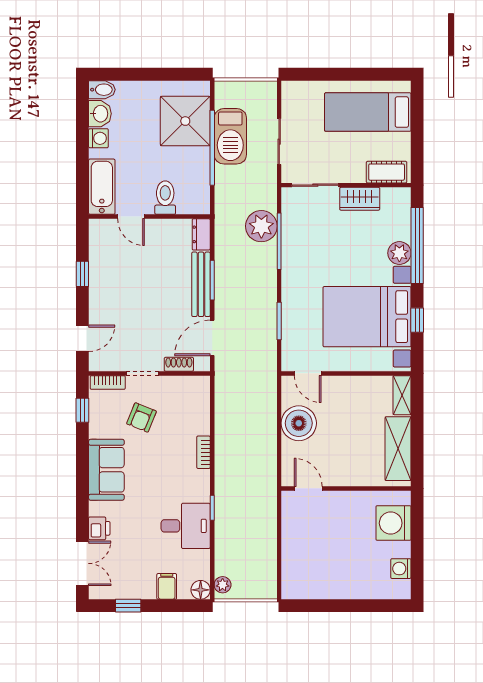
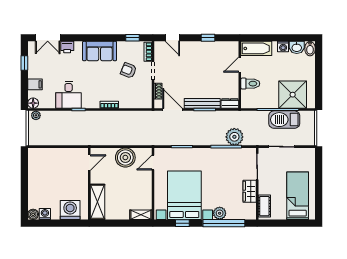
shelving: (398, 449) -> (97, 202), moved, turned 90
boiler: (401, 590) -> (33, 214), added

